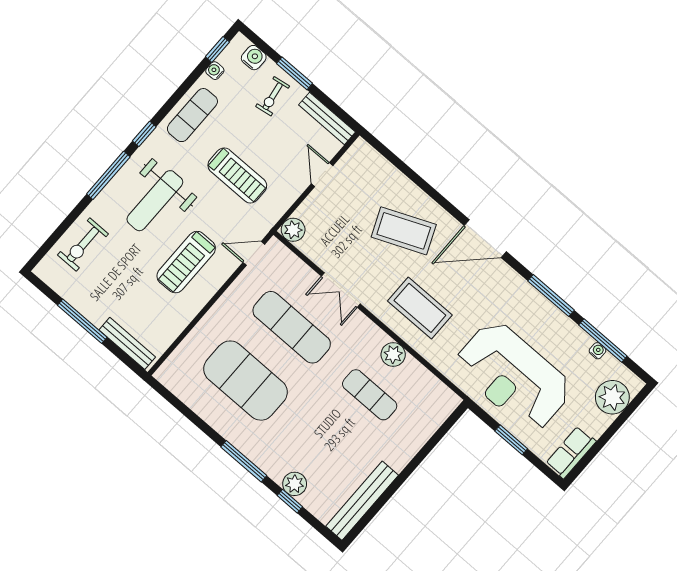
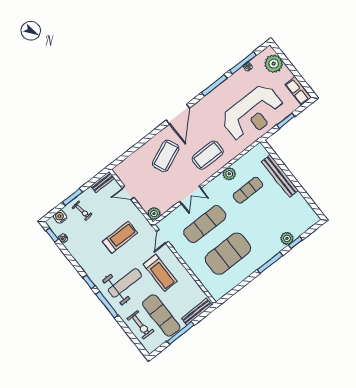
exercise mat: (192, 115) -> (161, 316), moved, width x1.36, depth x1.45
bench: (327, 118) -> (103, 182), width x0.73
weight bench: (155, 201) -> (125, 283), turned -90
bench: (362, 501) -> (280, 176), moved

